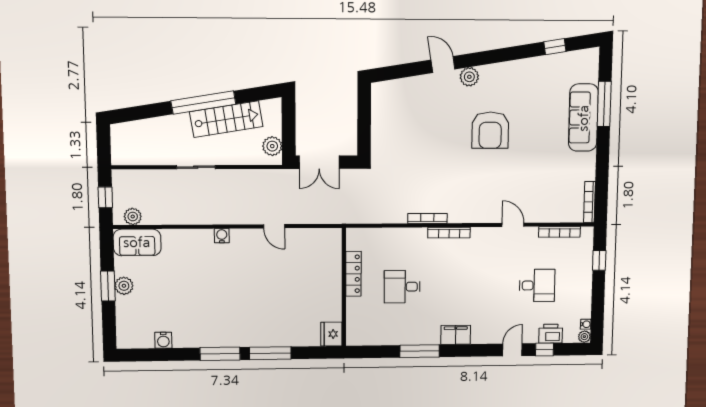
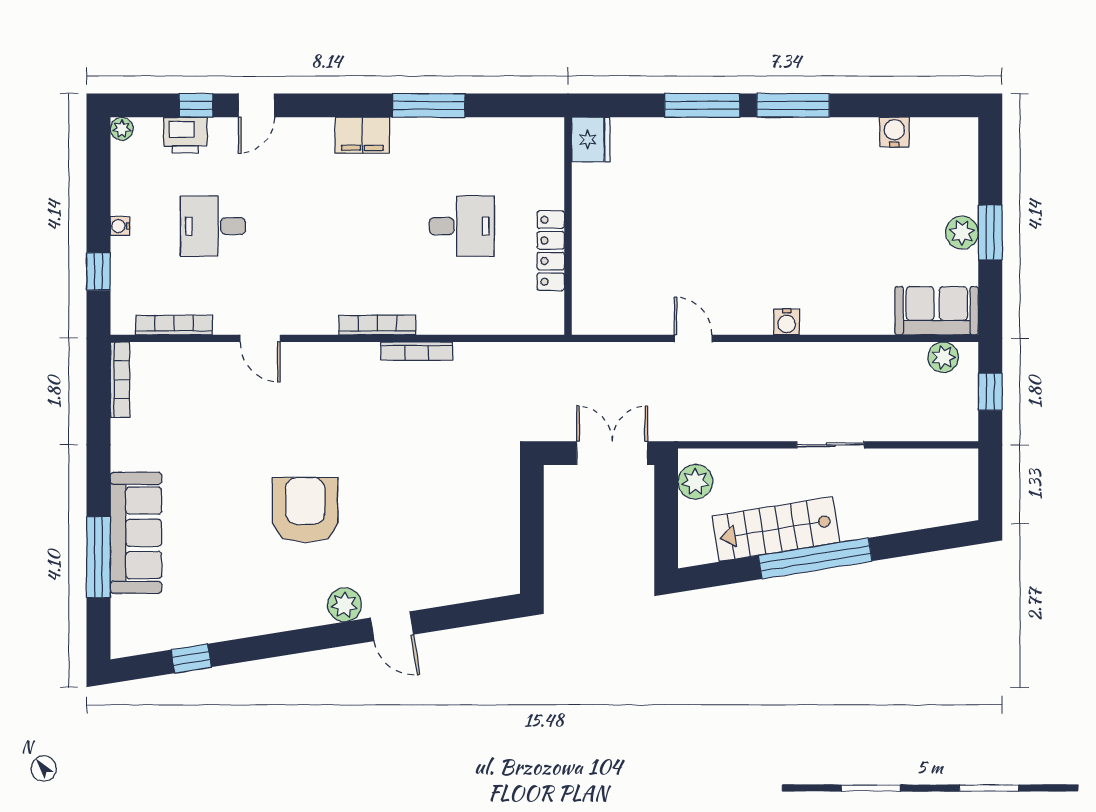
water cooler: (586, 324) -> (120, 226), moved

